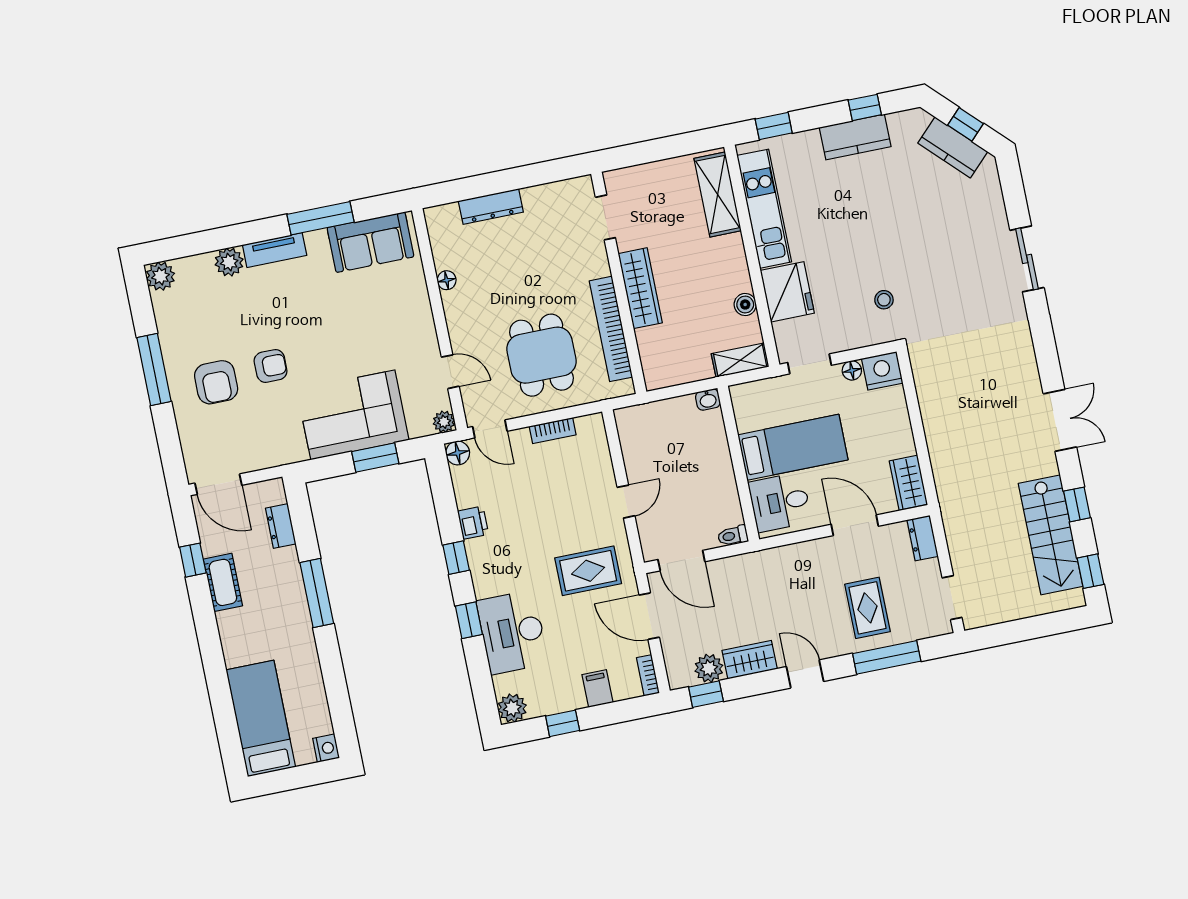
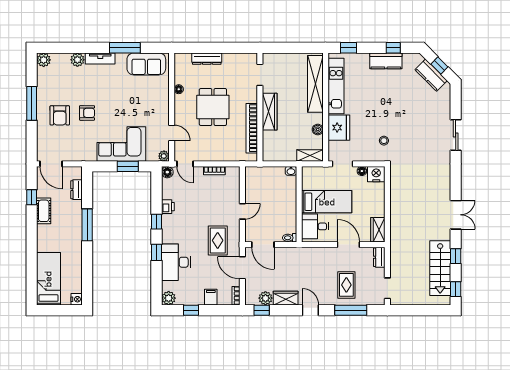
shelving: (718, 194) -> (315, 84), width x1.47
dining table: (541, 355) -> (213, 107), moved
rug: (588, 571) -> (218, 240), turned 90

